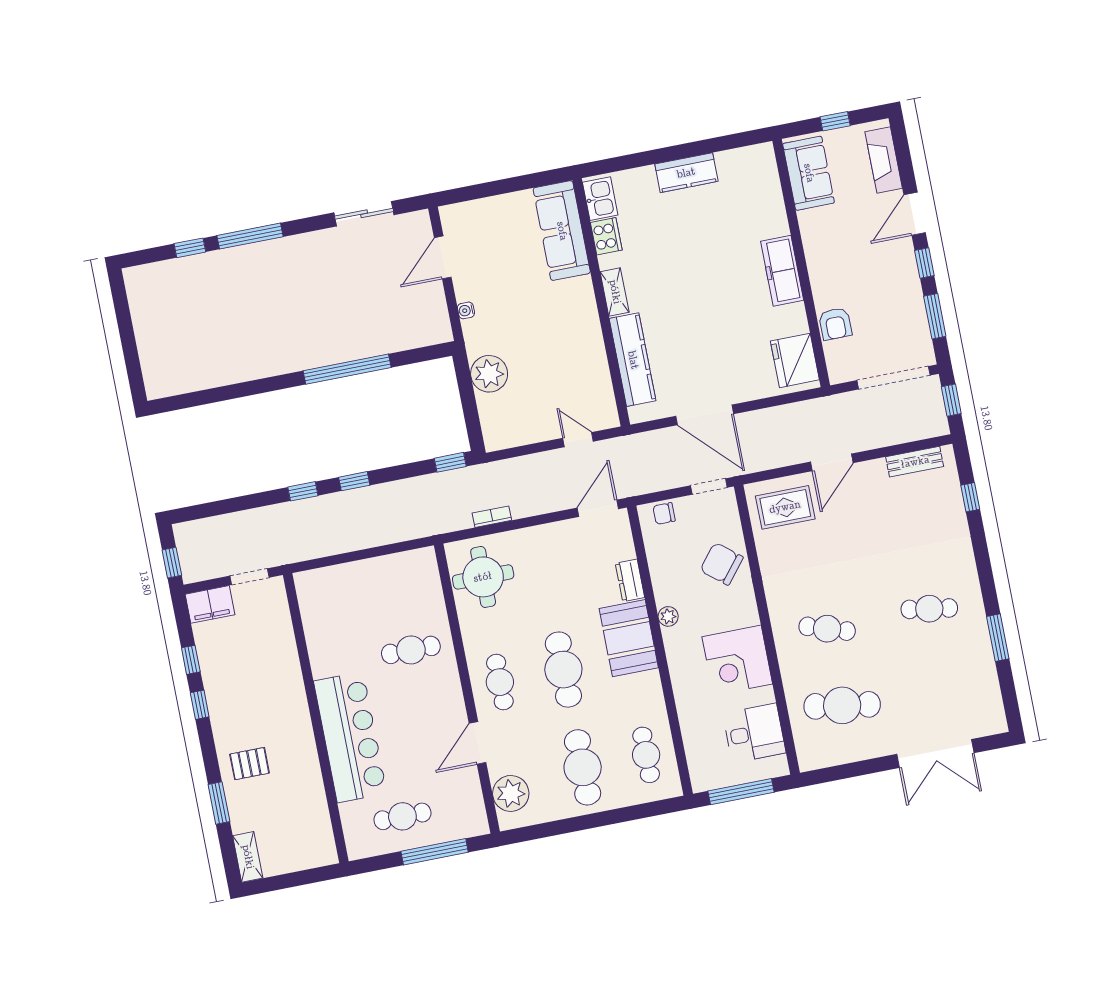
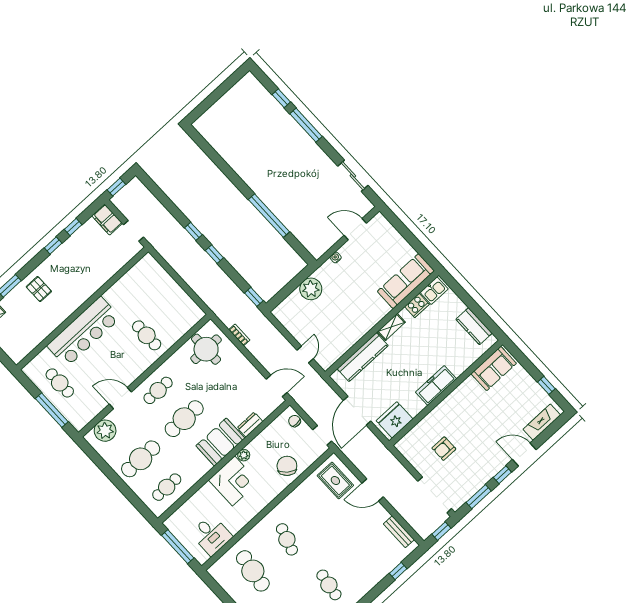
sofa: (809, 173) -> (494, 369), moved
wall: (801, 263) -> (446, 393), moved
freezer: (782, 271) -> (436, 385), moved
fridge: (795, 360) -> (395, 420), moved
corner desk: (737, 660) -> (233, 481), moved, turned 180

